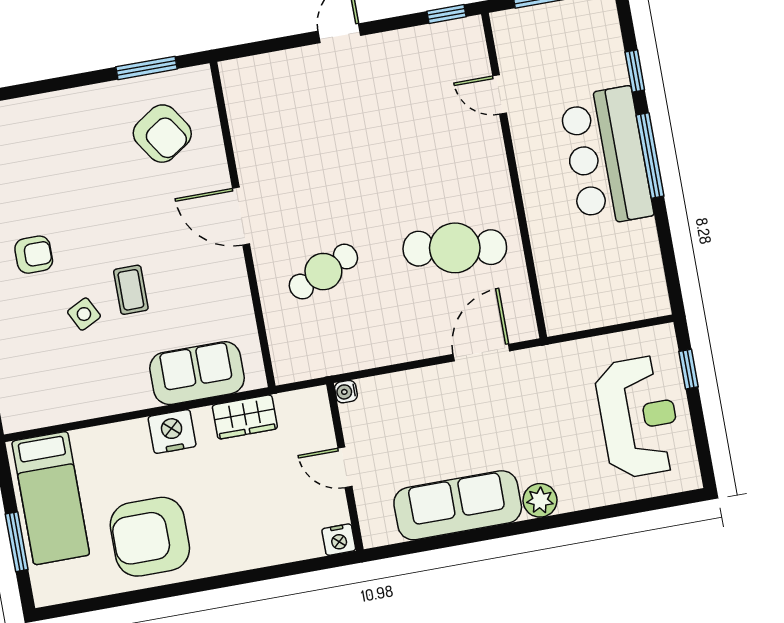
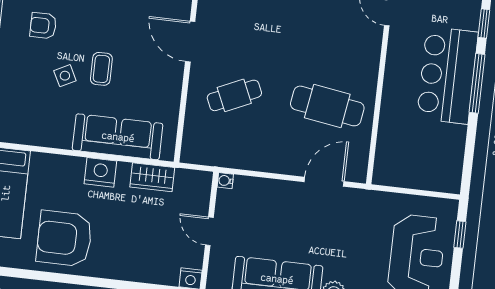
armchair: (34, 255) -> (43, 26), turned 180
sofa: (197, 373) -> (118, 137), width x1.36

